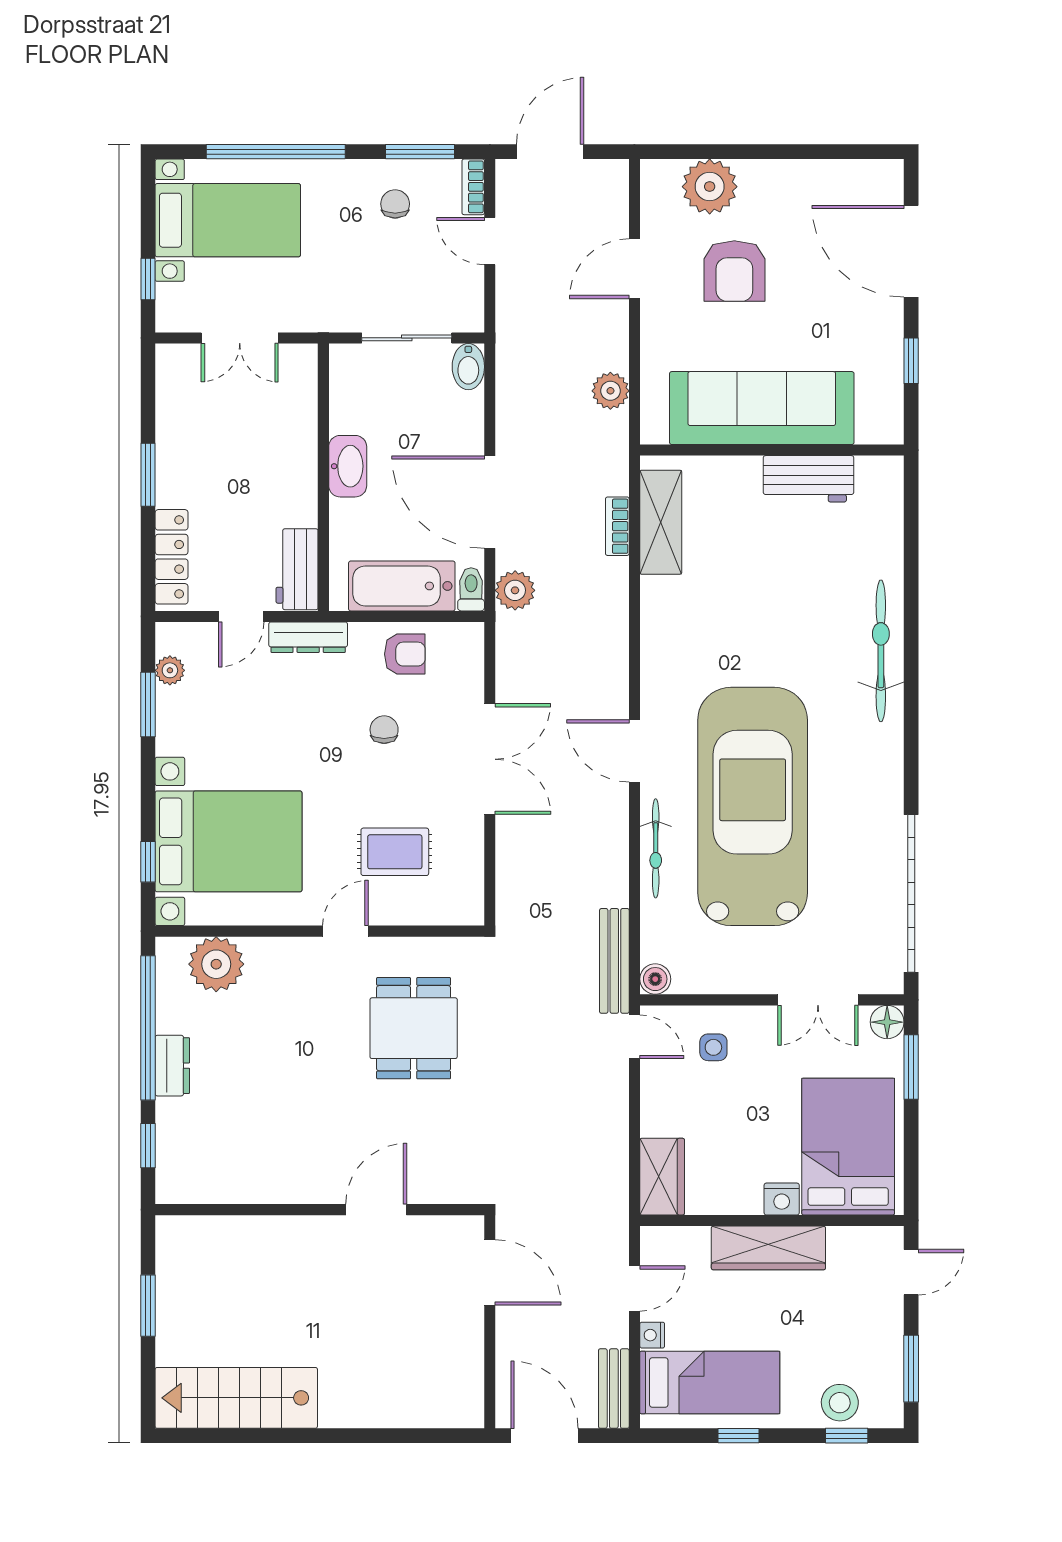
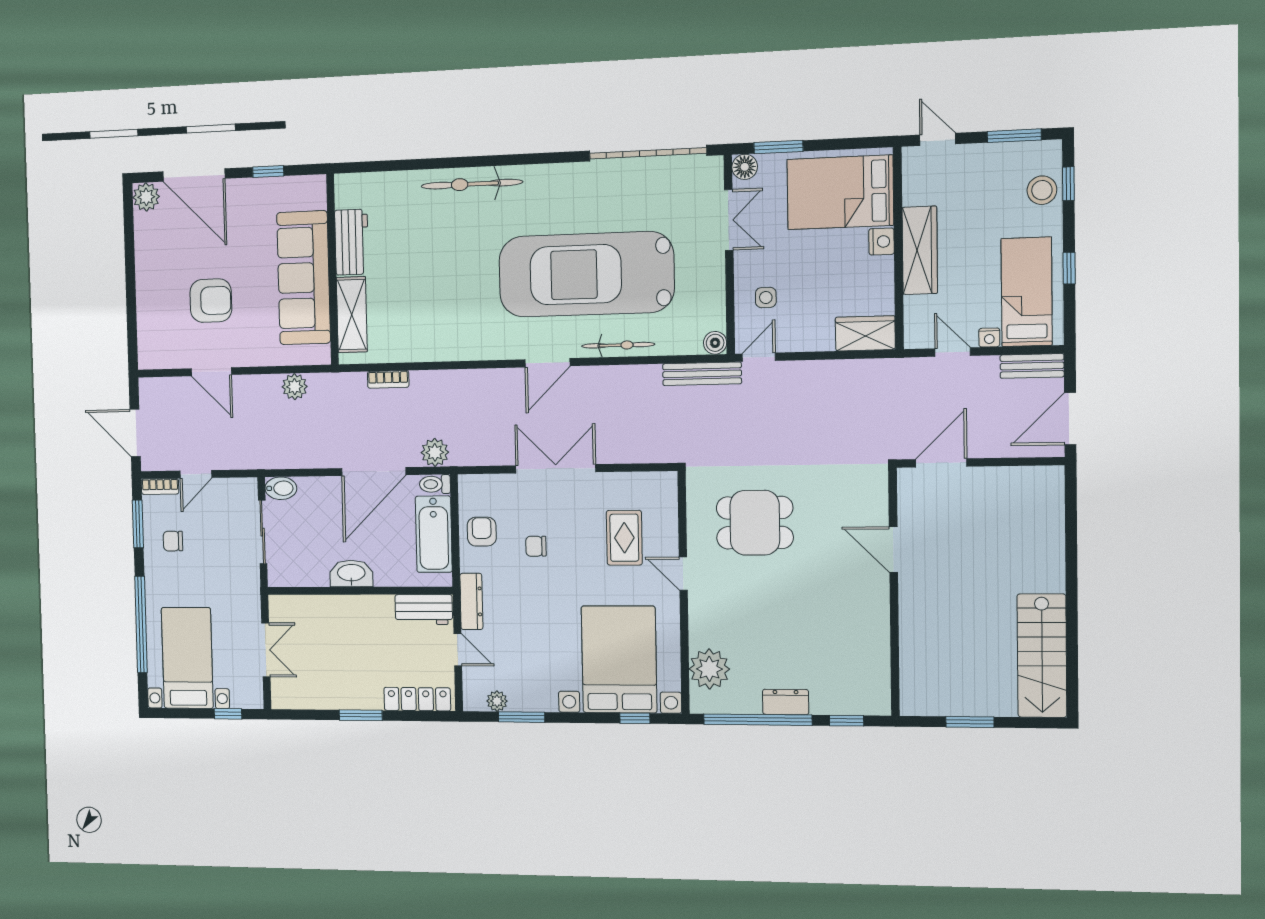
plant: (710, 187) -> (146, 197), moved, width x0.73, depth x0.73
door: (911, 251) -> (194, 175), hinge flipped
shelving: (661, 522) -> (352, 315), moved, turned 90

